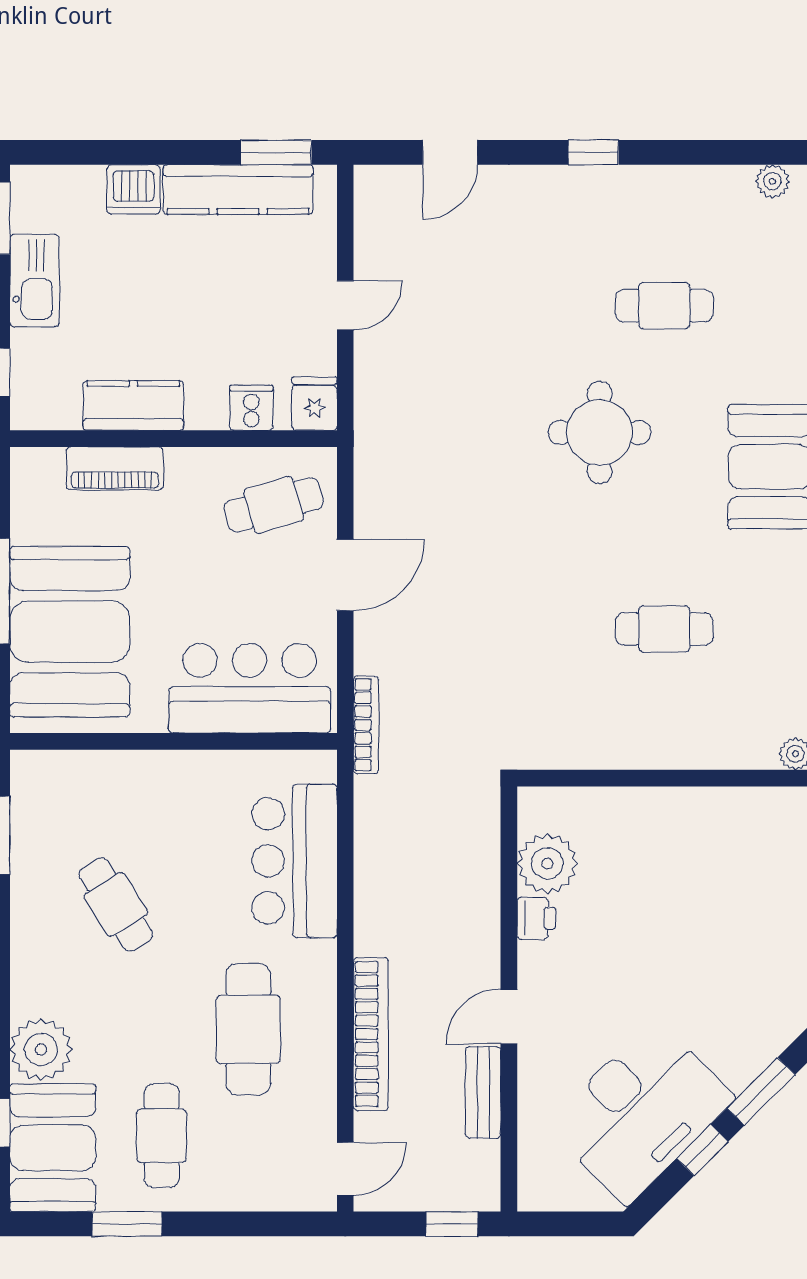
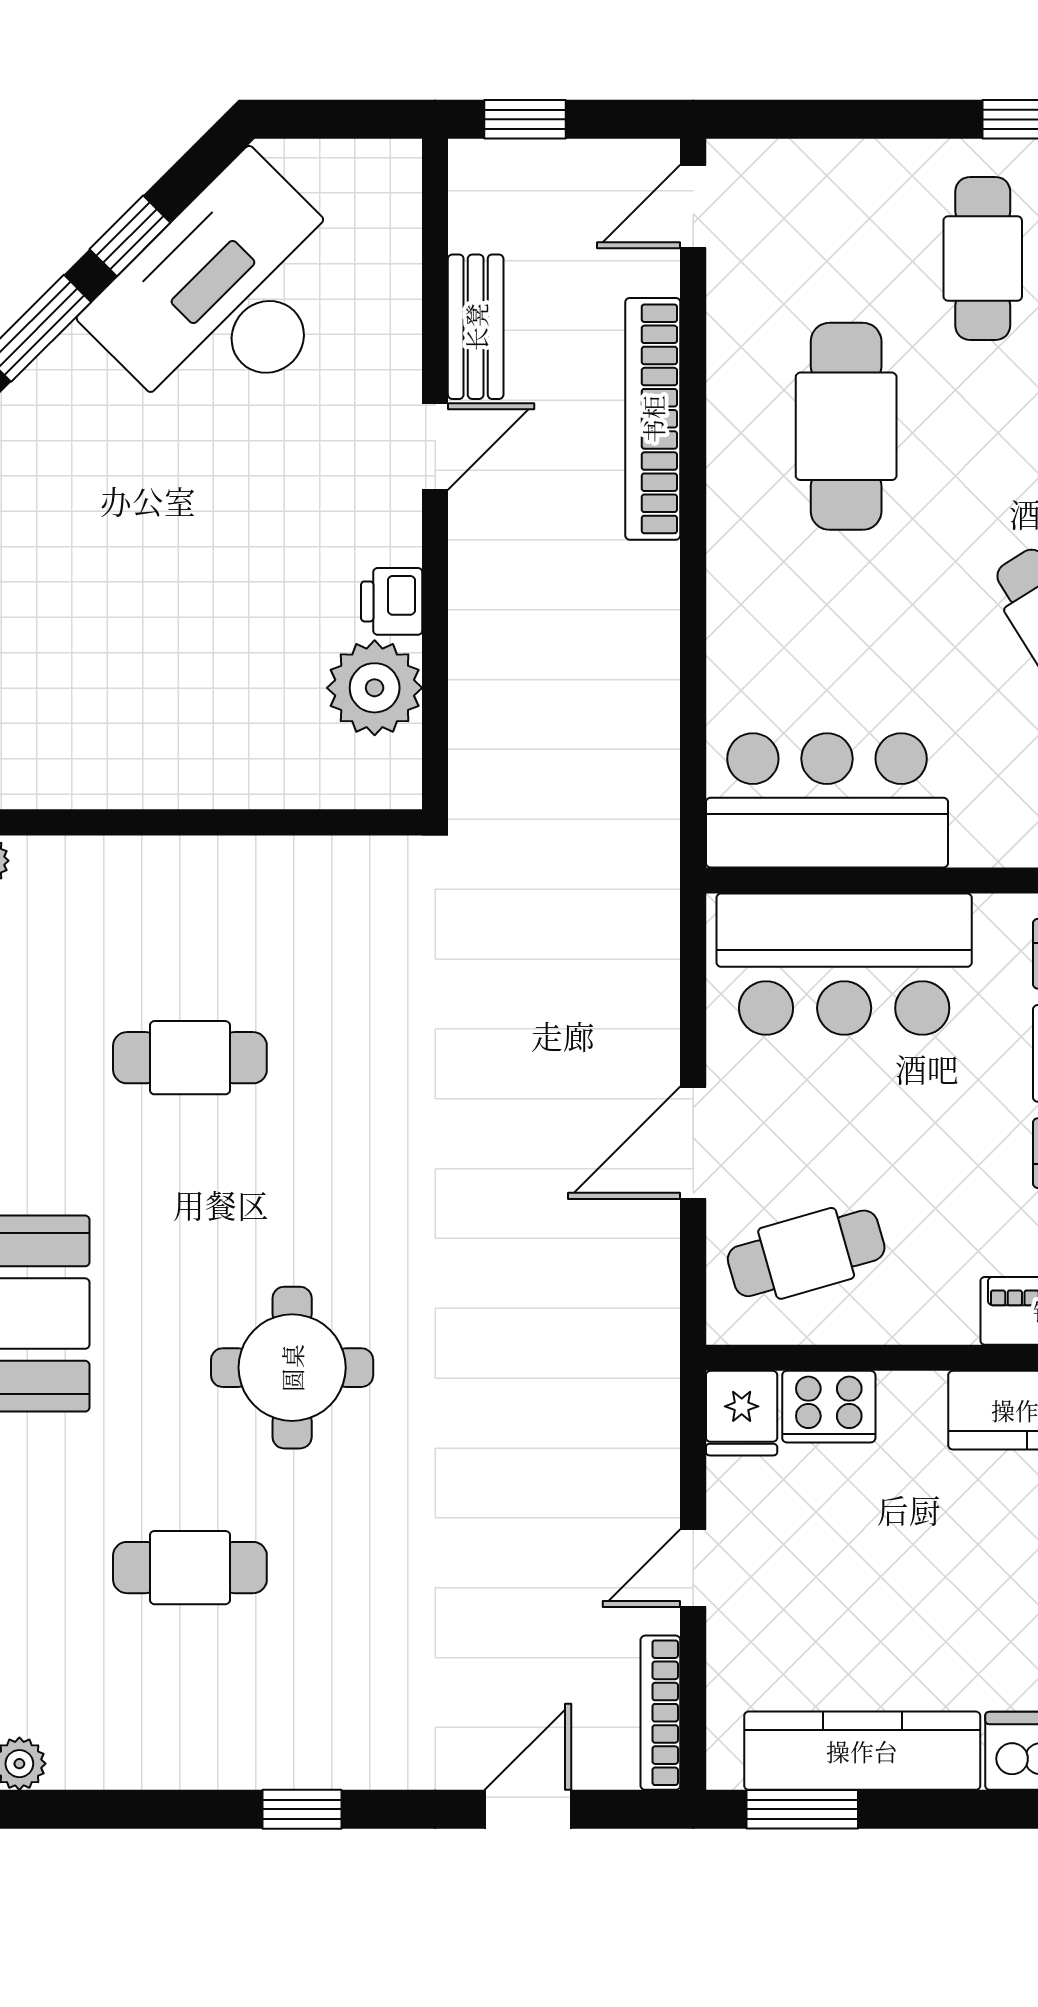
cooker: (251, 408) -> (829, 1407), width x1.36
bookcase: (366, 725) -> (660, 1713), moved
bar counter: (294, 861) -> (827, 800), moved, turned -90

